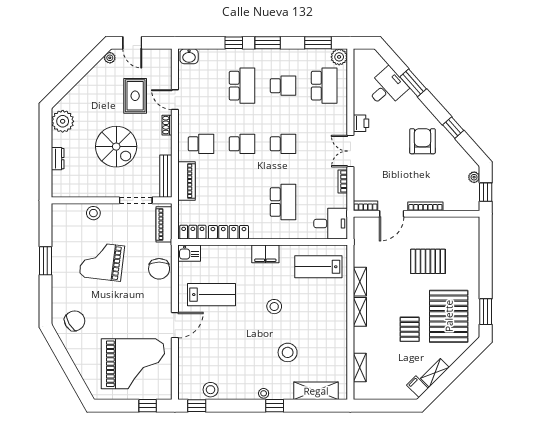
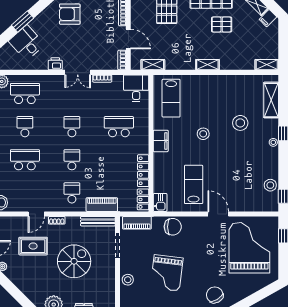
shelving: (360, 282) -> (153, 65), moved
shelving: (360, 368) -> (267, 65), moved

